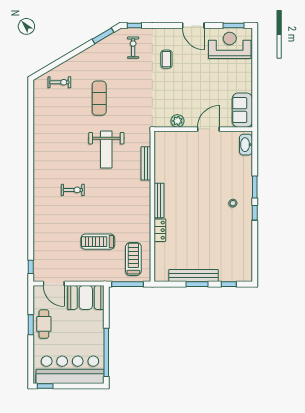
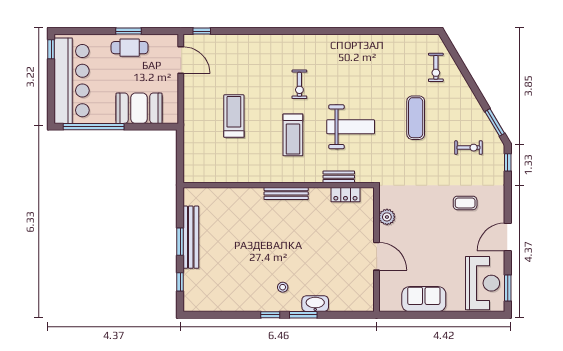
exercise bike: (133, 48) -> (468, 148), moved
exercise mat: (99, 98) -> (416, 118), turned 90
sofa: (242, 110) -> (424, 299), moved
washbasin: (246, 145) -> (315, 304), moved
weight bench: (106, 149) -> (351, 127), turned 180
bench: (146, 163) -> (339, 177), width x0.73
locker: (160, 230) -> (345, 195), moved
treadmill: (133, 259) -> (293, 135), moved, turned 90
door: (54, 284) -> (181, 60), swing flipped
window: (128, 284) -> (180, 154), removed
booth: (86, 297) -> (139, 108), moved, turned 90

